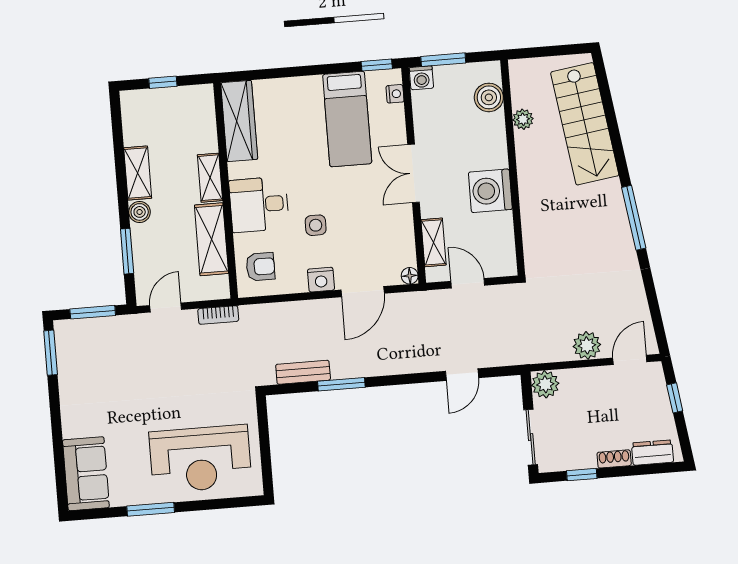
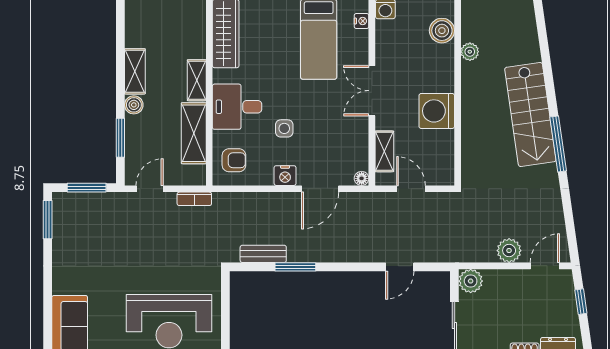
stairs: (585, 124) -> (530, 114), moved

